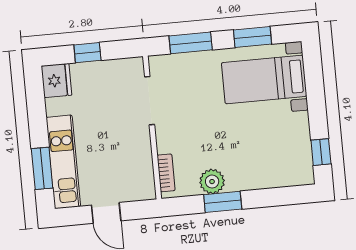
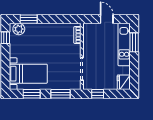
window: (87, 53) -> (98, 94), moved
plant: (212, 182) -> (19, 29), moved
window: (223, 202) -> (29, 19), moved

